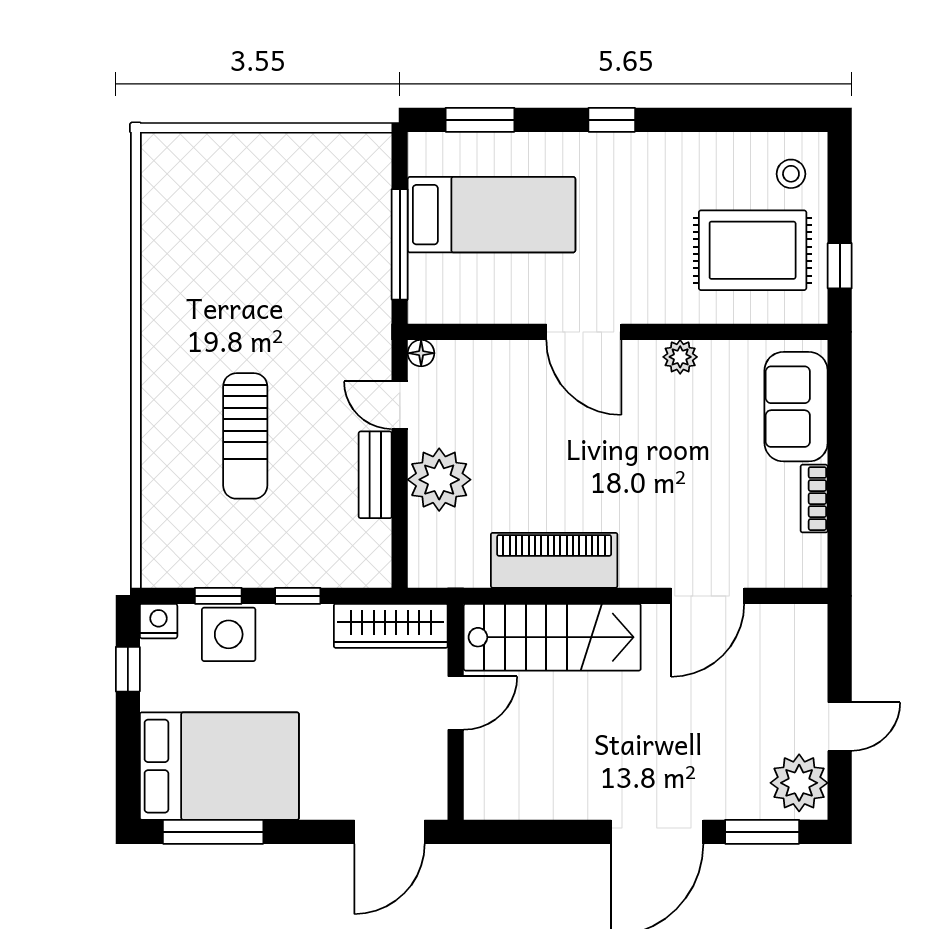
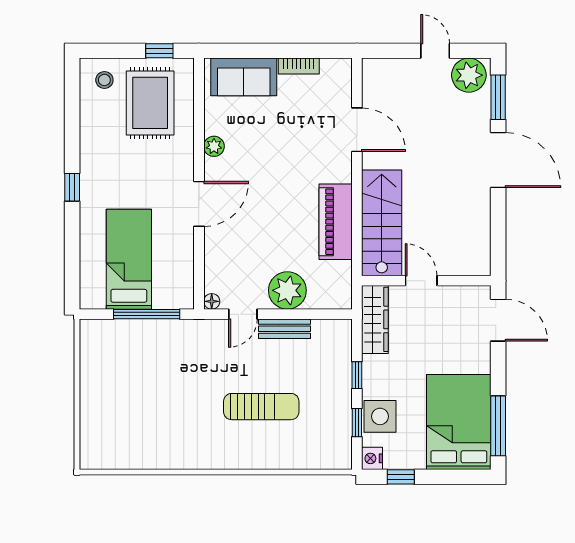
window: (480, 120) -> (72, 266), removed

